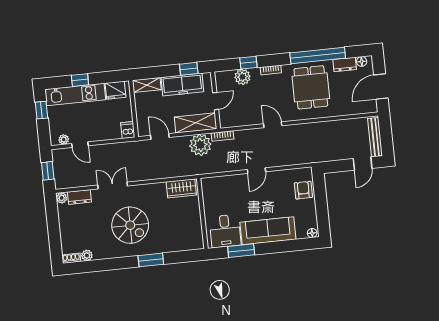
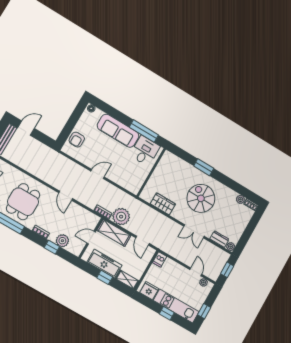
window: (189, 69) -> (105, 277), moved
wardrobe: (181, 188) -> (163, 204), moved
window: (241, 251) -> (144, 131), width x1.44

